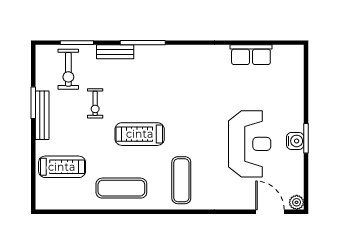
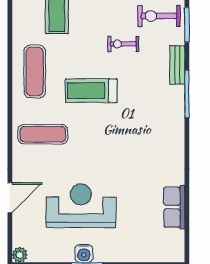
treadmill: (140, 134) -> (91, 91), turned -90
reception desk: (250, 144) -> (81, 206), turned 180
door: (270, 212) -> (10, 198), moved

